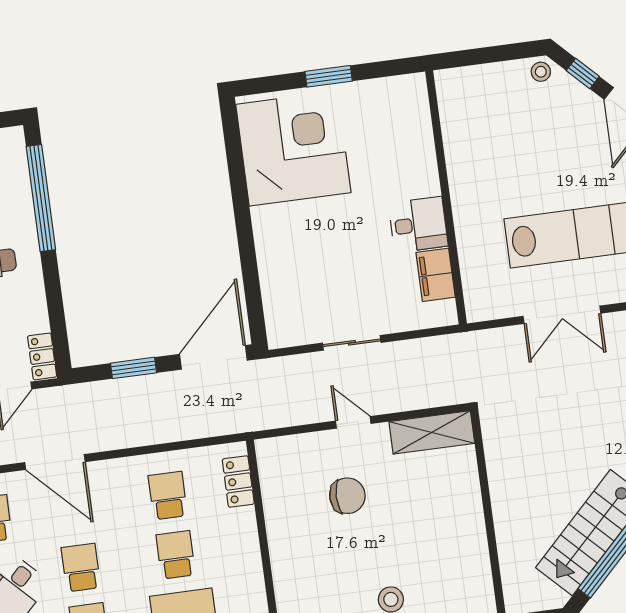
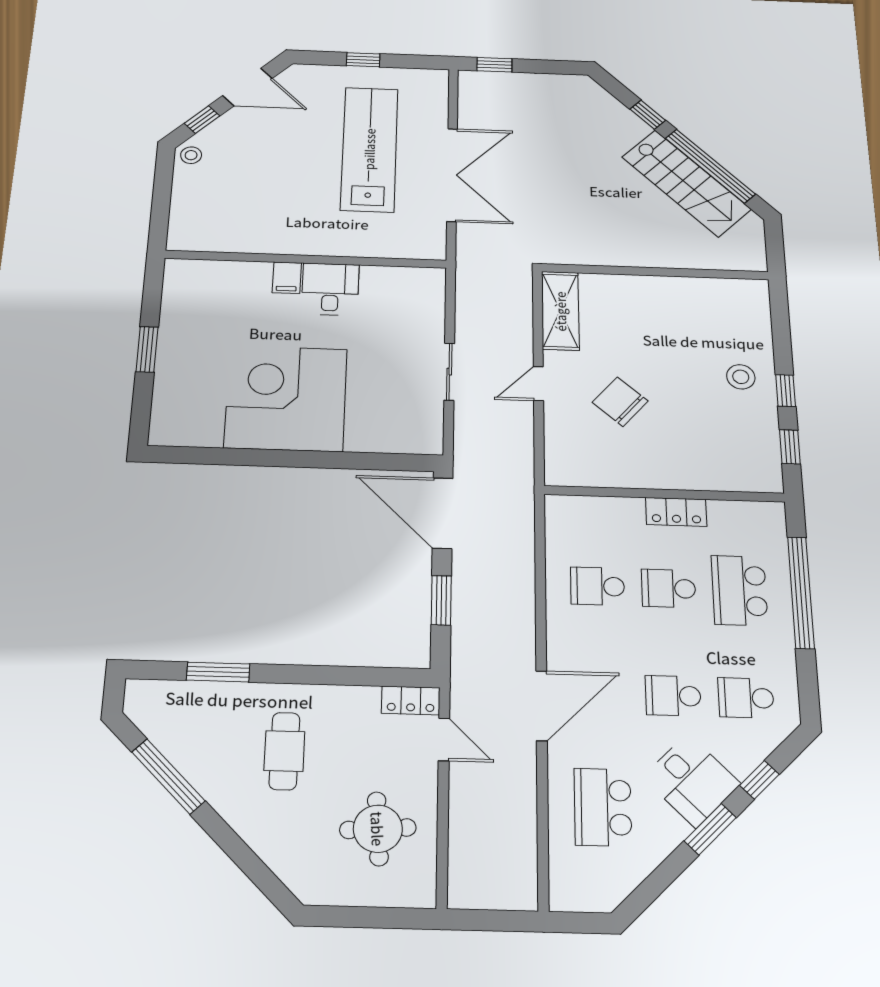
corner desk: (293, 149) -> (286, 398), moved
window: (41, 198) -> (218, 672), width x0.47
filing cabinet: (436, 275) -> (287, 278), moved, width x0.50
double door: (562, 315) -> (452, 175), width x1.36
locker: (238, 482) -> (676, 512), moved
chair: (347, 496) -> (620, 402), turned -49

